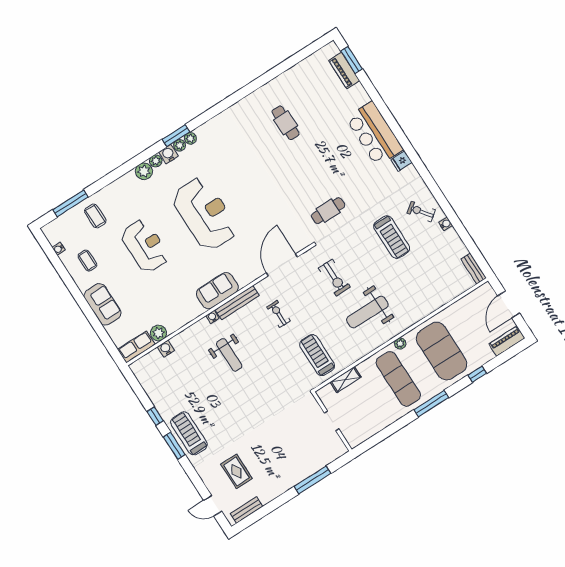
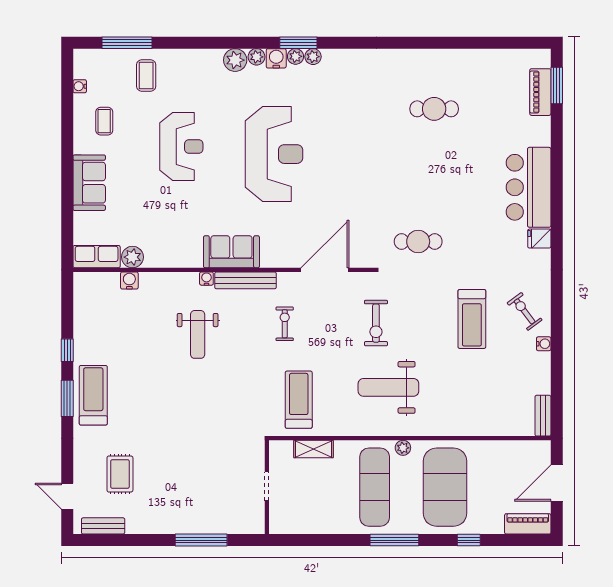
cafe table: (286, 123) -> (434, 109), turned 90

